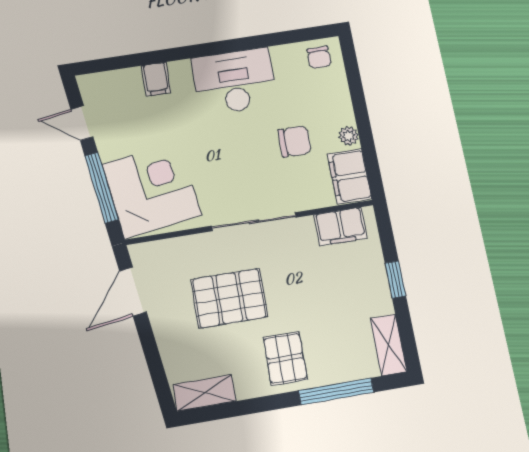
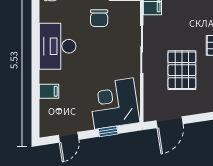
chair: (294, 141) -> (99, 18), turned 180
window: (101, 187) -> (108, 131), width x0.46
door: (133, 291) -> (170, 122), hinge flipped

